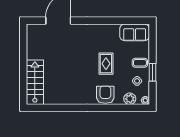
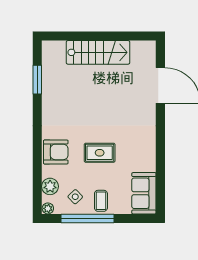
window: (152, 72) -> (88, 218), width x2.11
stairs: (35, 82) -> (98, 52), moved
window: (54, 108) -> (37, 80), added

